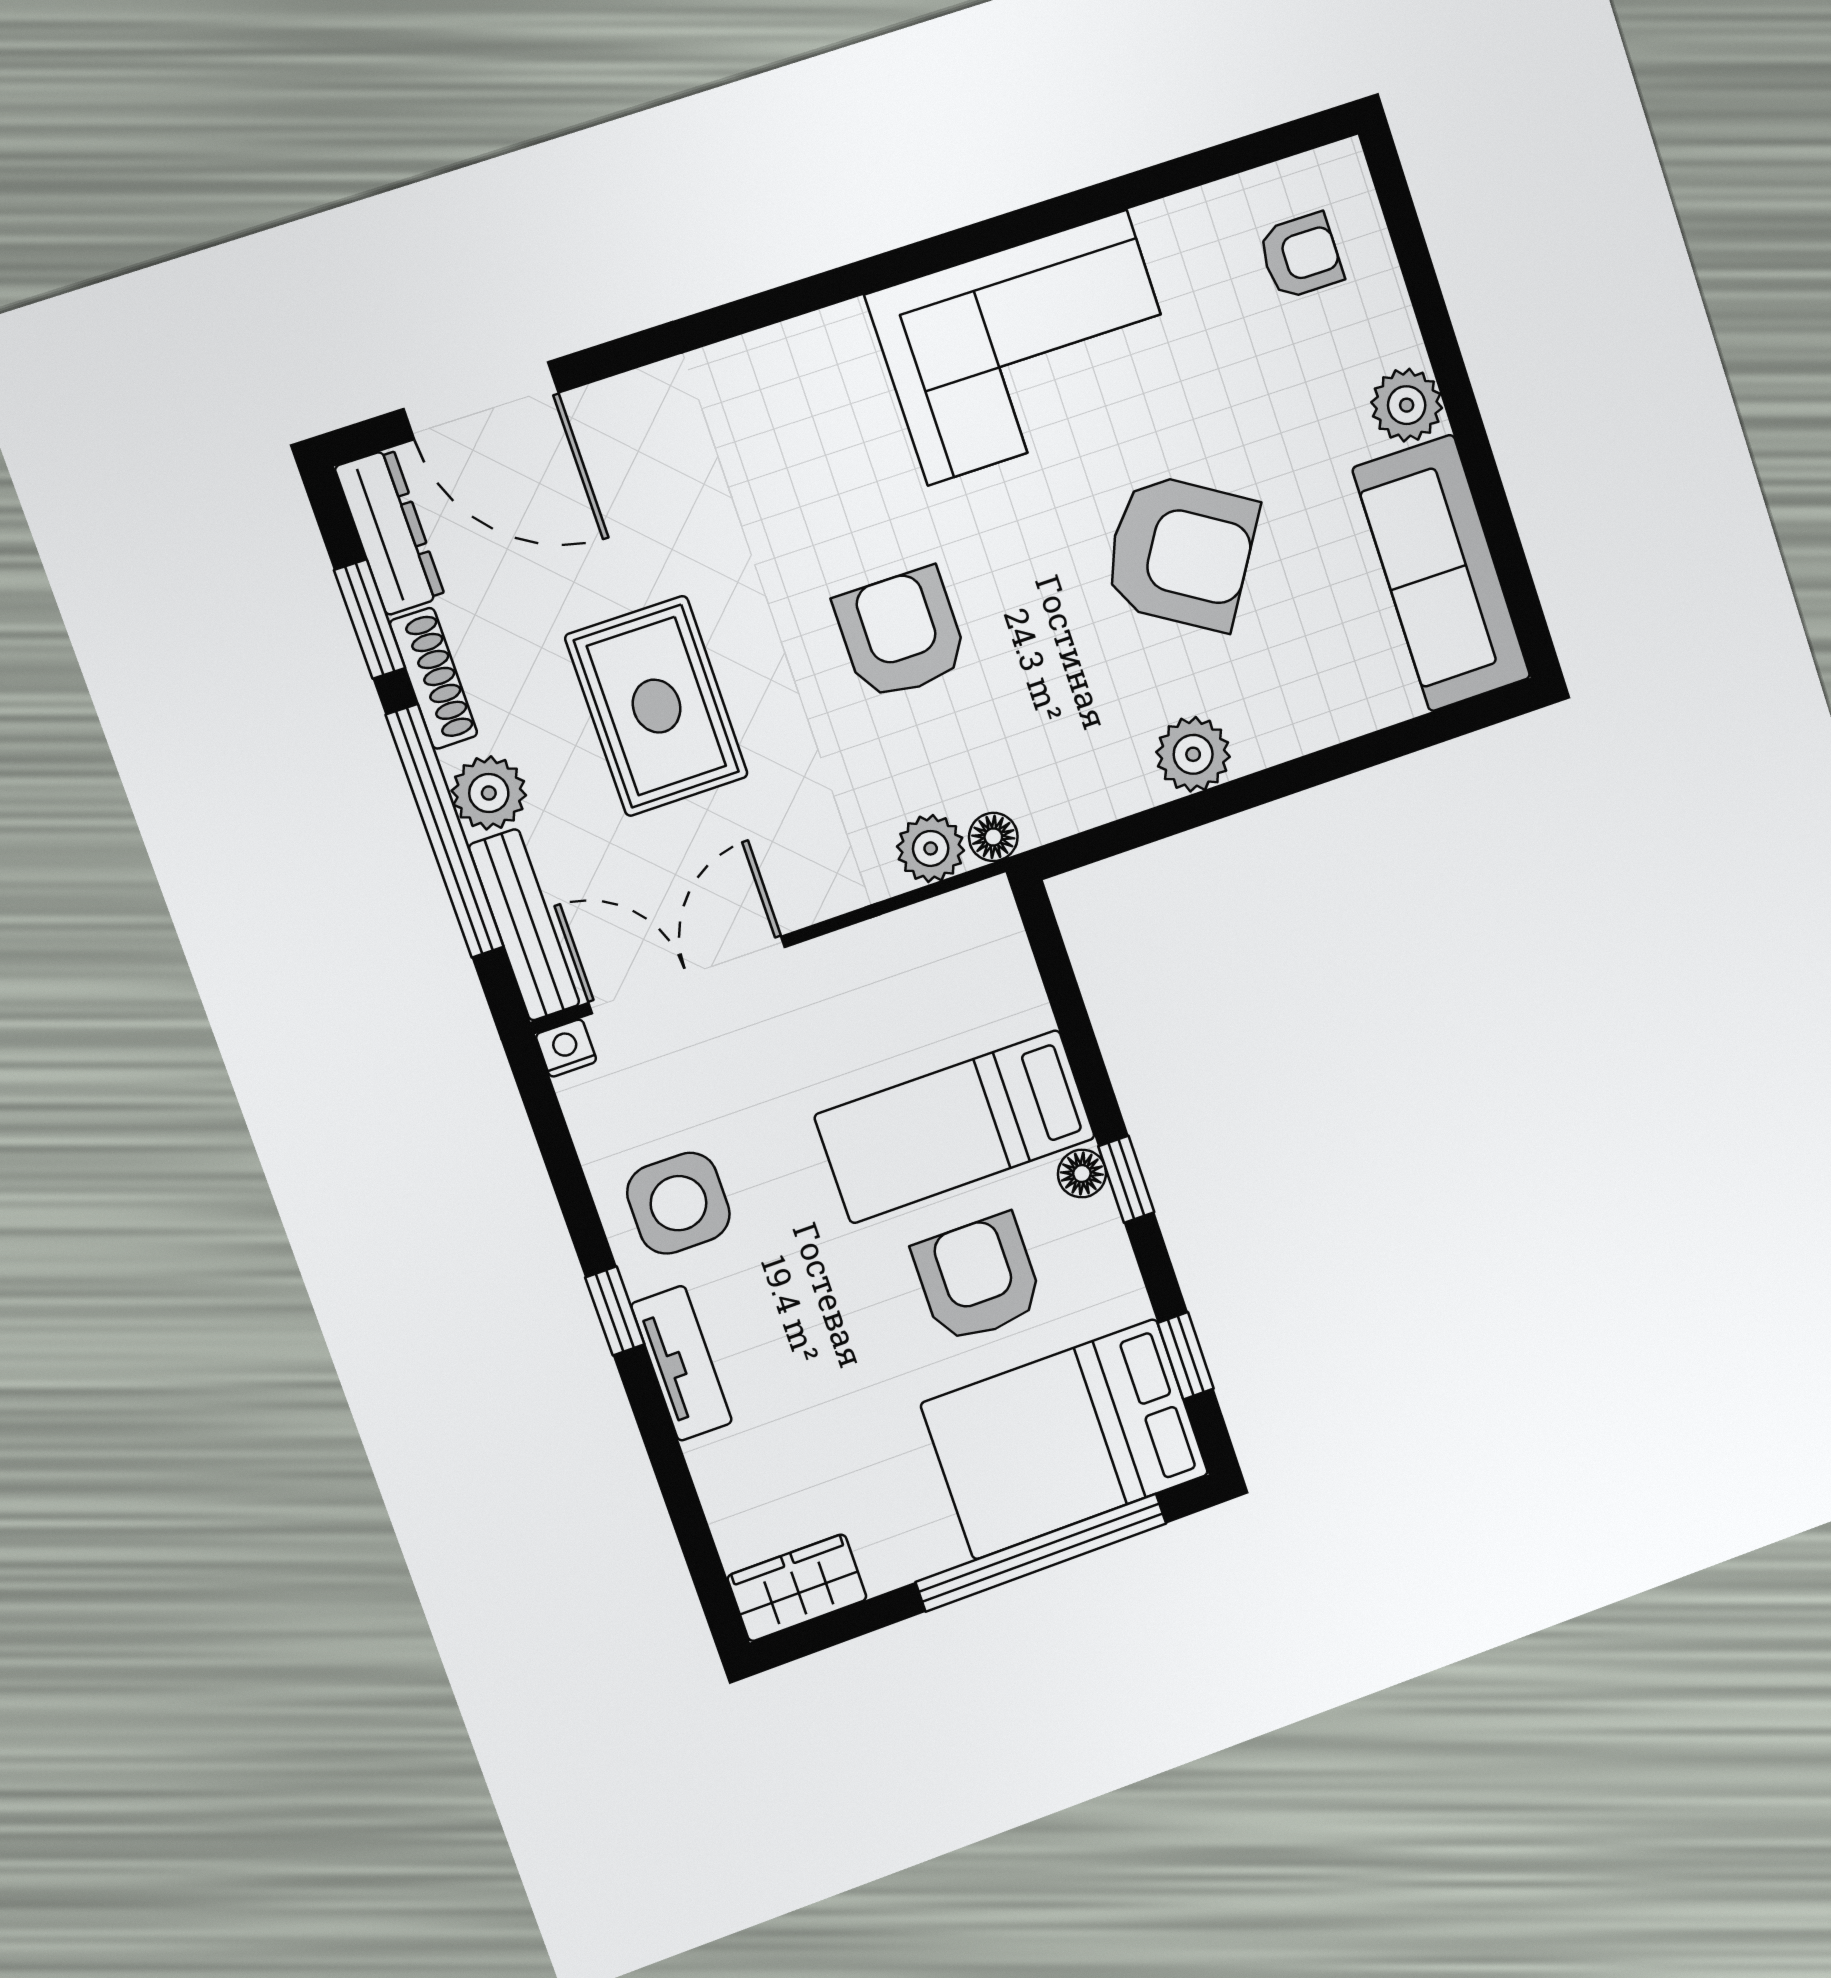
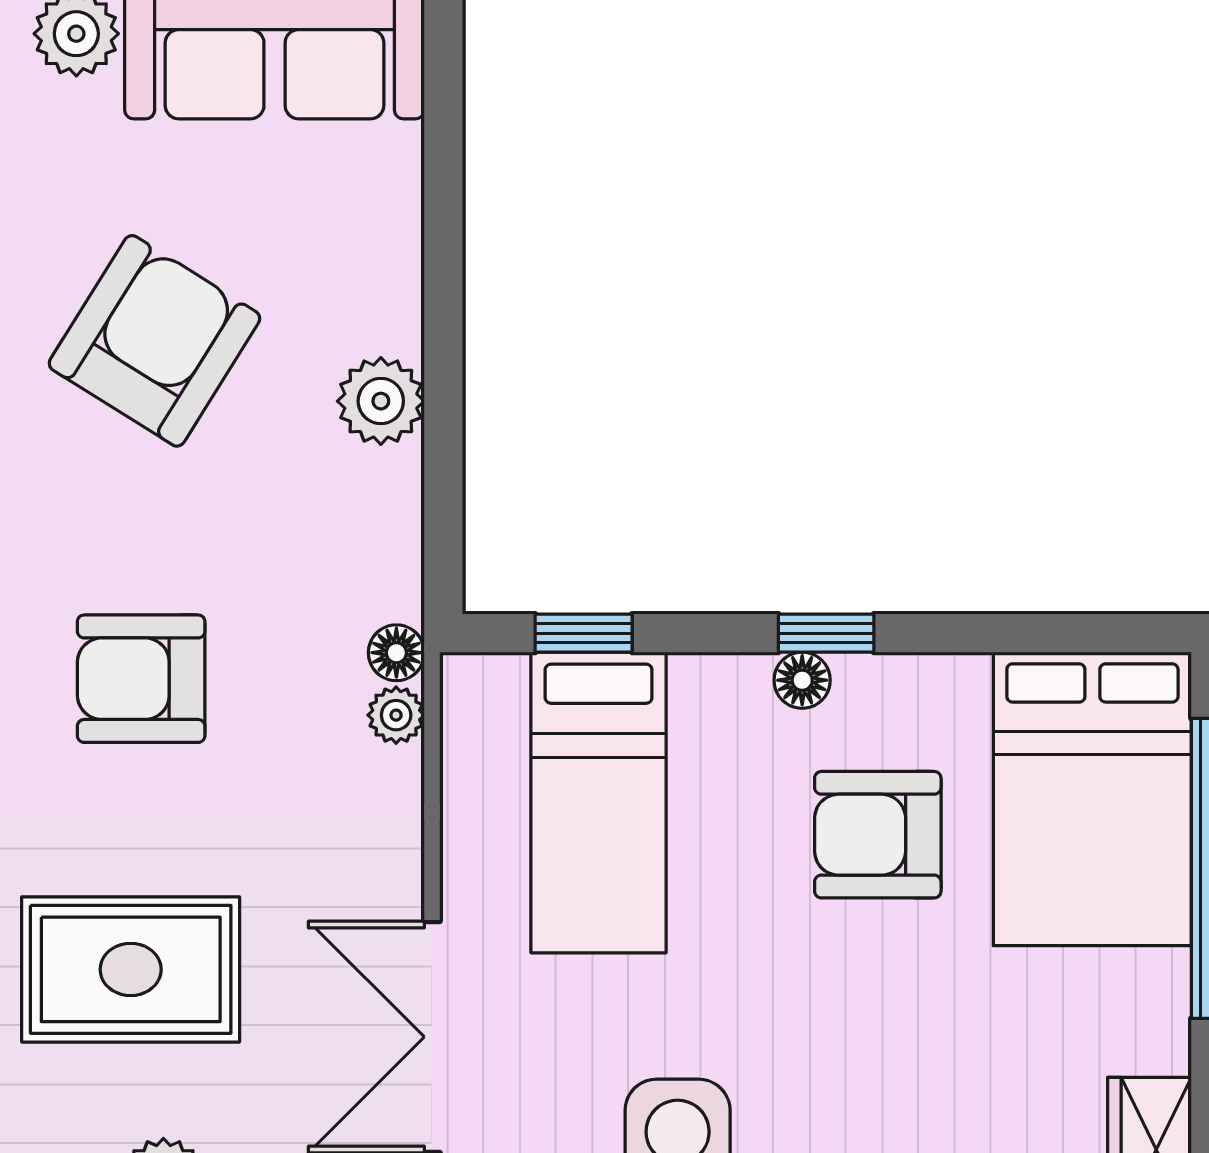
plant: (931, 848) -> (396, 715), width x0.73, depth x0.73
bed: (955, 1127) -> (599, 803), moved
window: (1186, 1356) -> (584, 633), moved

